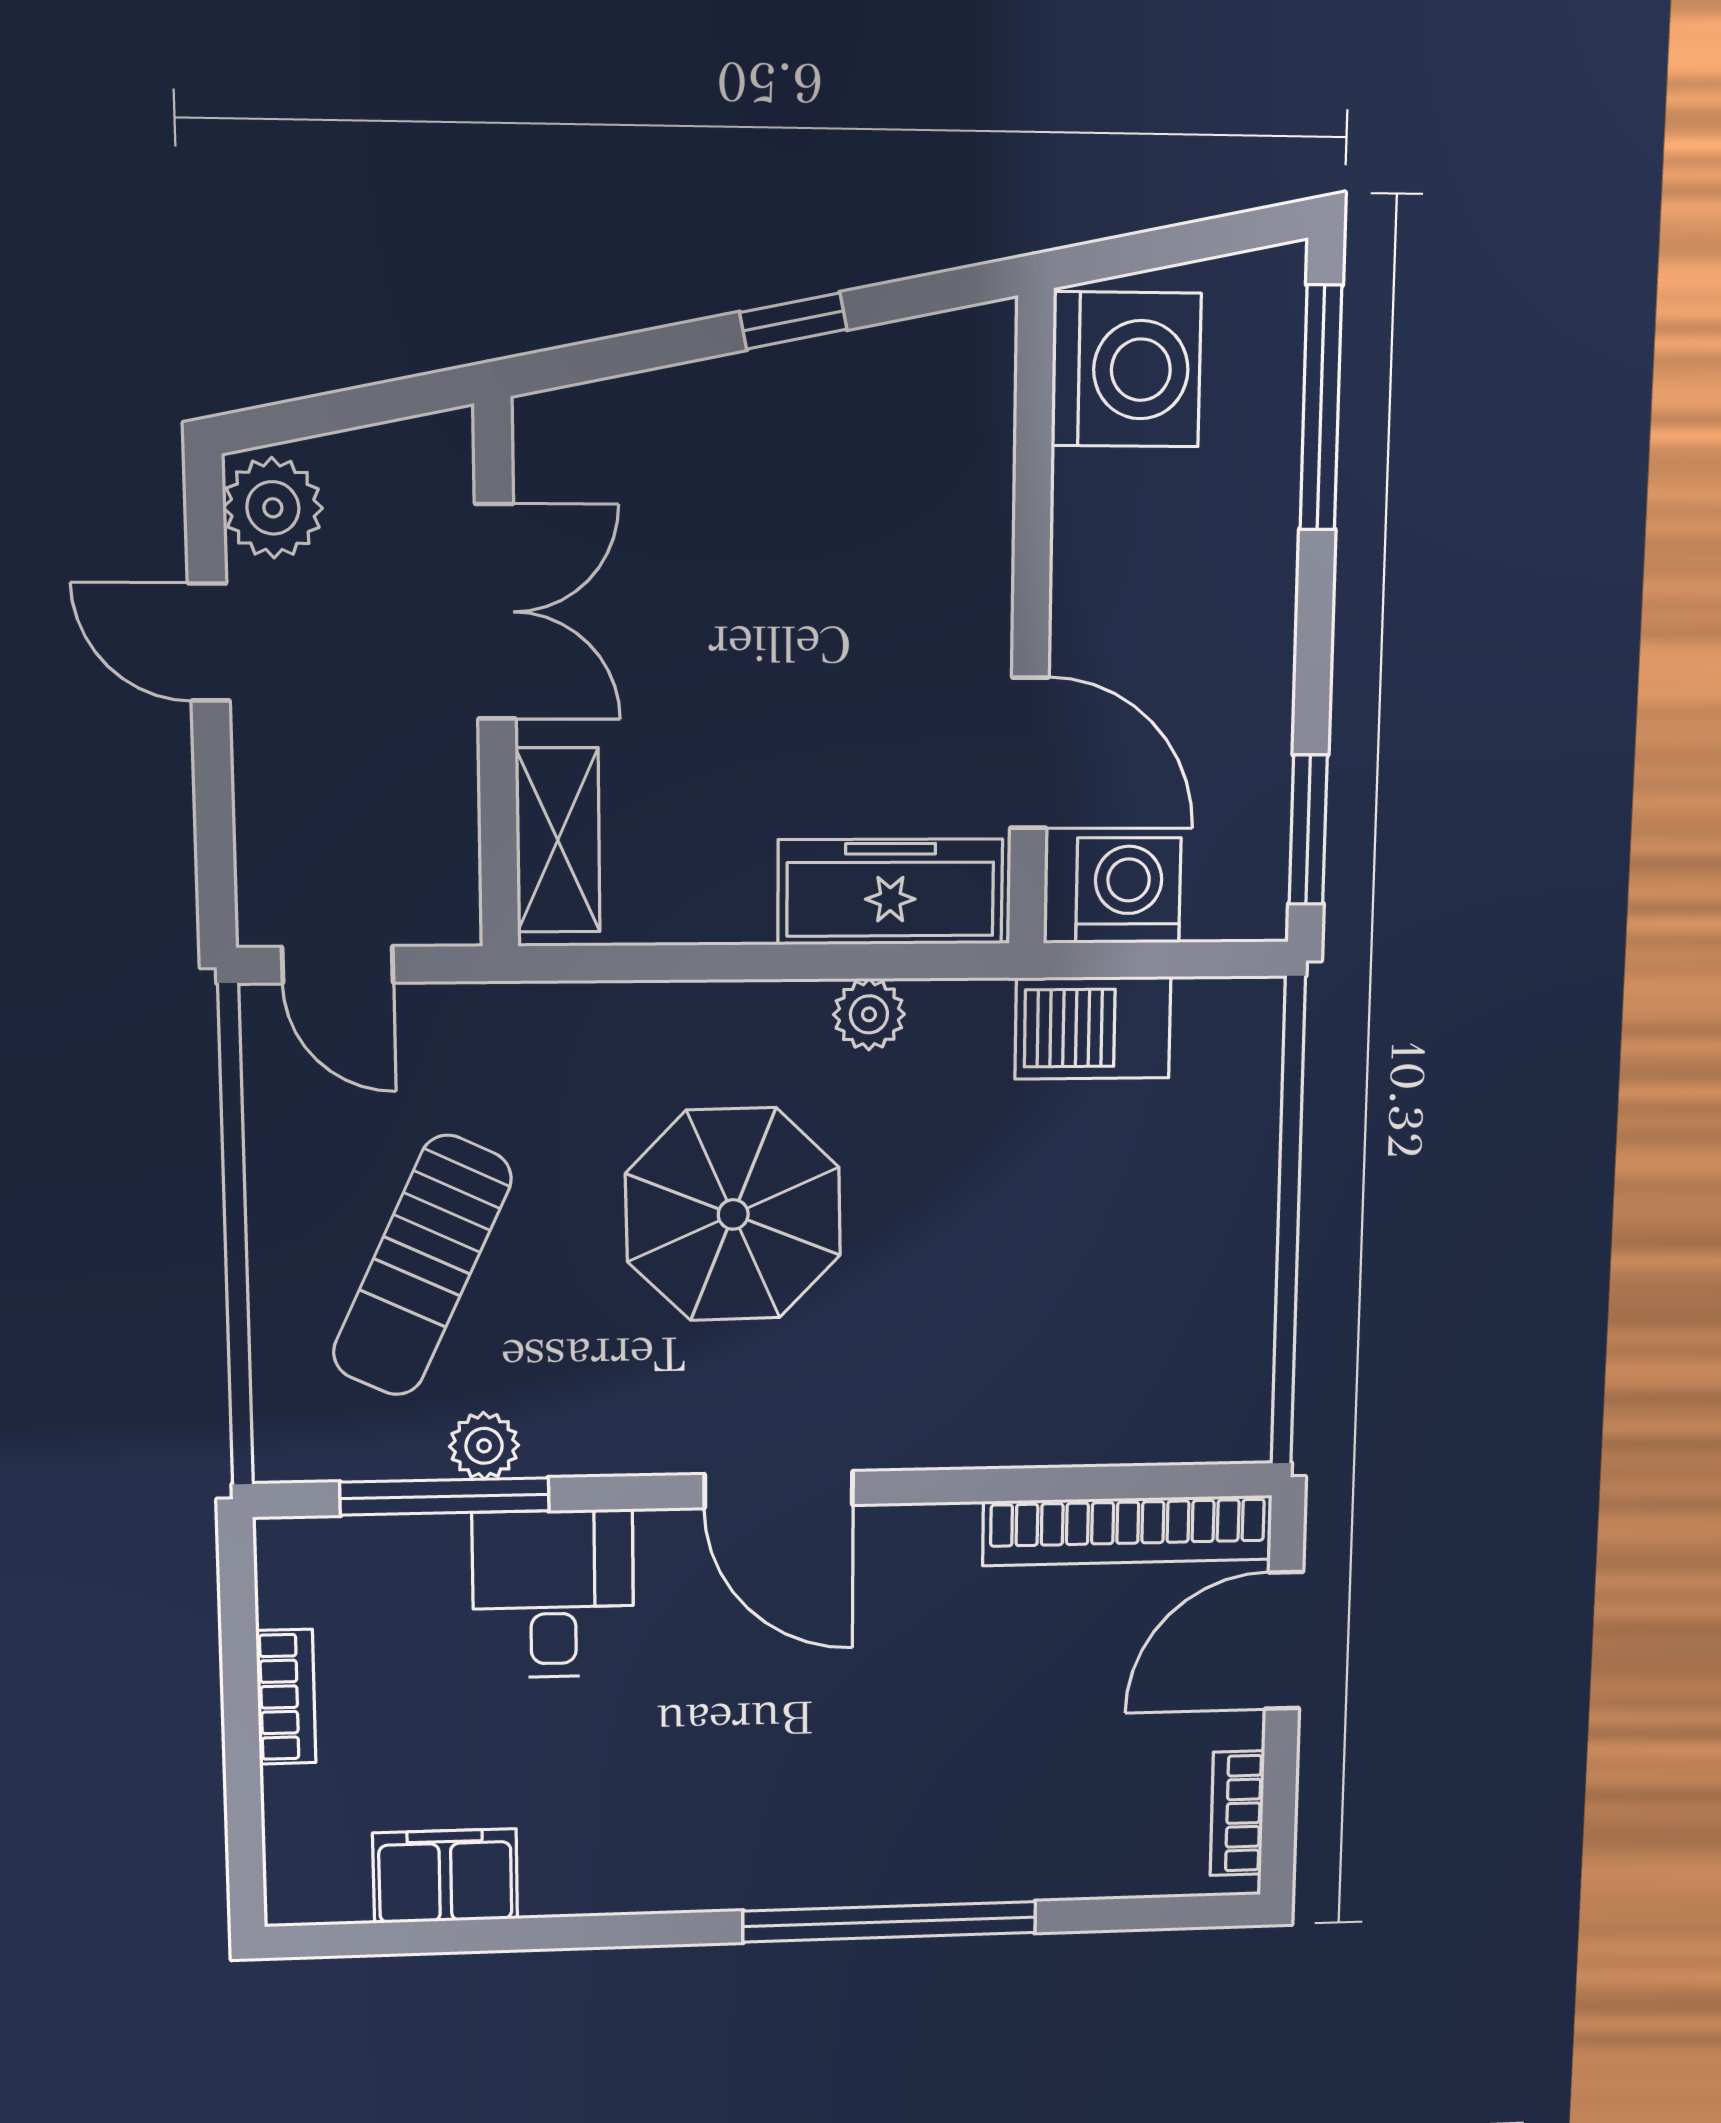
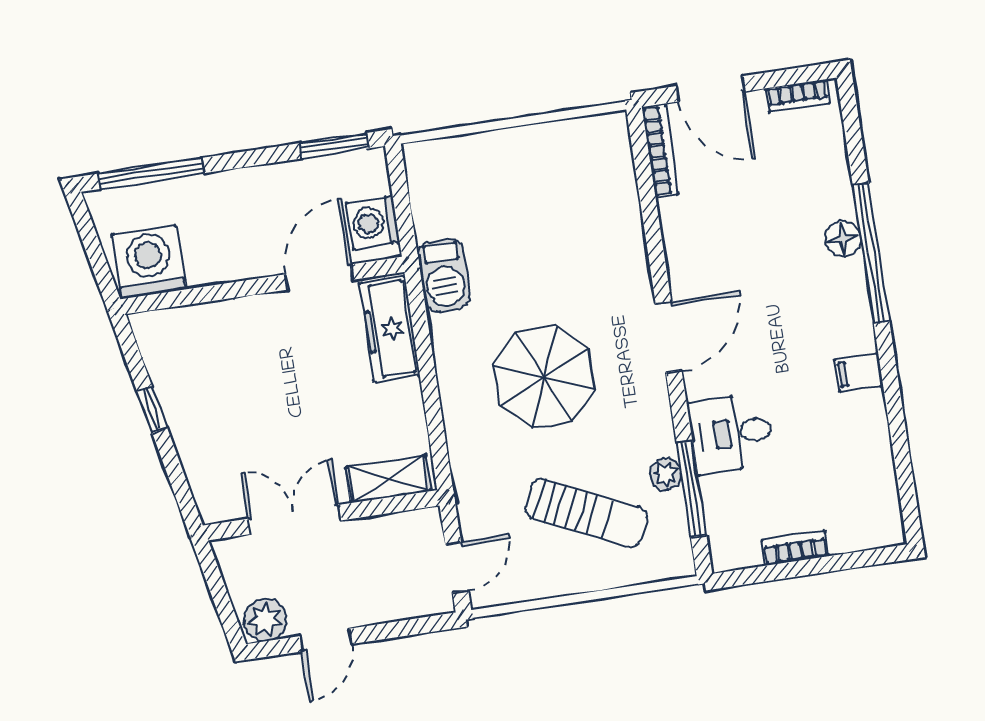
plant: (869, 1014) -> (445, 330), removed
barbecue: (1093, 1028) -> (444, 275), moved
bookcase: (1128, 1530) -> (660, 151), width x0.68, depth x0.76
floor lamp: (929, 1869) -> (843, 239), added
filing cabinet: (445, 1876) -> (859, 372), moved, width x0.50

